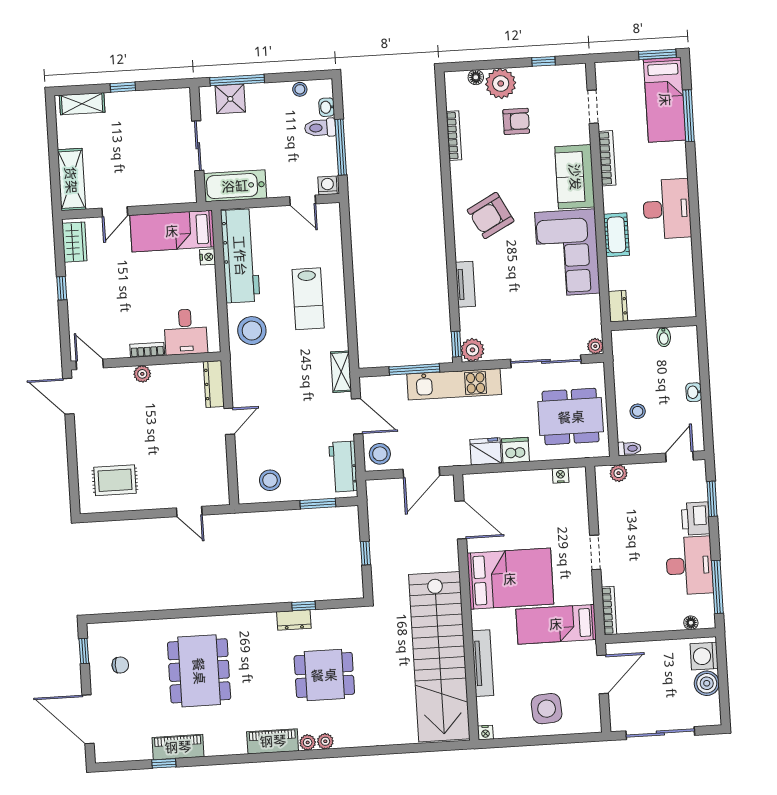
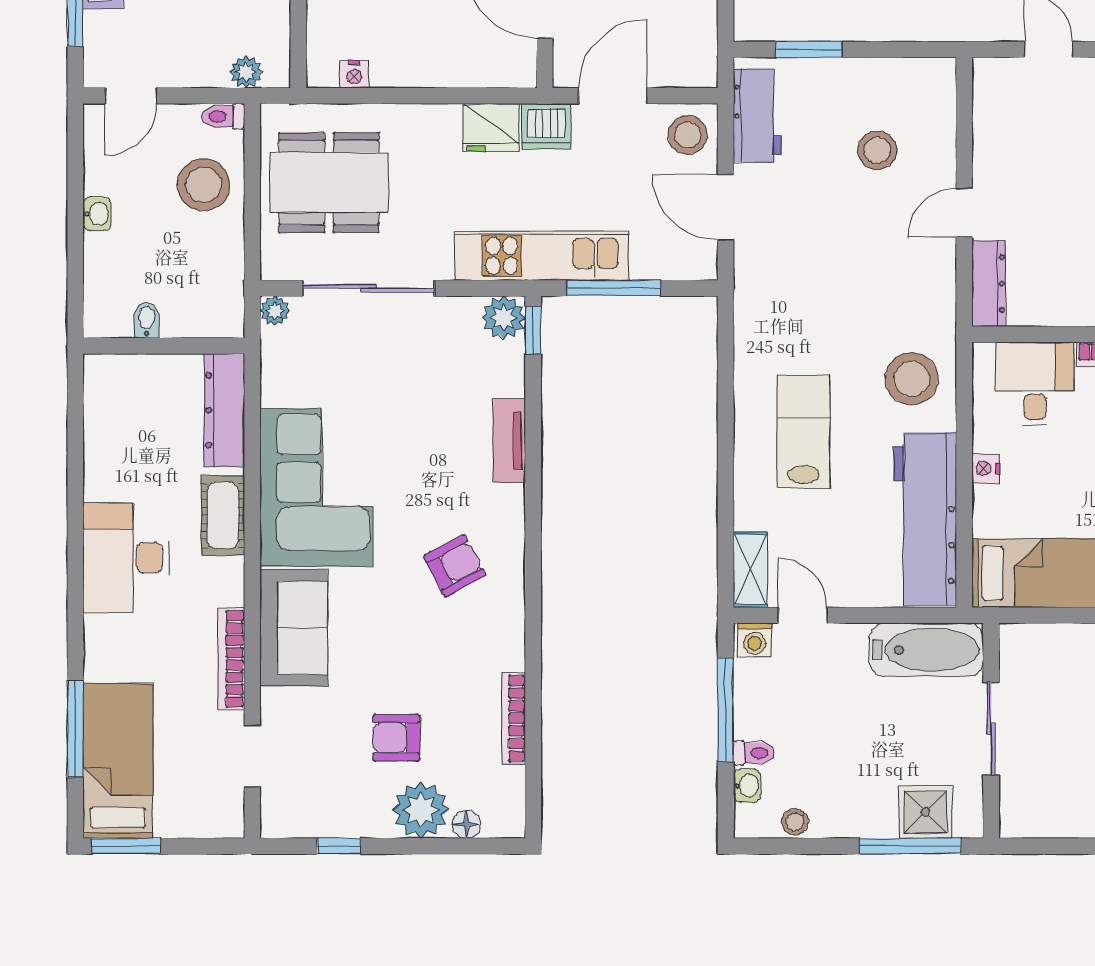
toilet: (320, 128) -> (754, 753), width x0.73, depth x0.72
armchair: (491, 216) -> (455, 566), width x0.72, depth x0.72
nightstand: (208, 257) -> (986, 468), moved
dresser: (618, 306) -> (224, 410), width x1.96, depth x1.24
shelving: (341, 372) -> (750, 570), moved
stool: (638, 411) -> (203, 185), width x1.89, depth x1.89
dishwasher: (515, 450) -> (546, 126), moved
stool: (270, 480) -> (877, 150), moved

